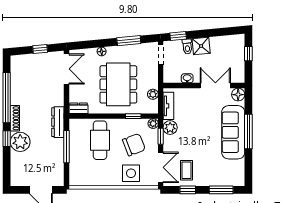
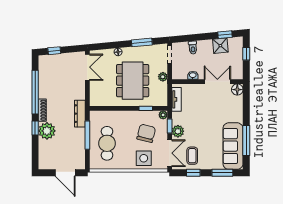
window: (178, 36) -> (225, 35), moved
shower: (201, 46) -> (220, 46), moved
window: (40, 49) -> (54, 51), moved
plant: (153, 94) -> (163, 77), moved
dresser: (79, 108) -> (98, 101), removed
plant: (170, 128) -> (178, 131), moved
sofa: (233, 132) -> (233, 146), moved
window: (248, 132) -> (246, 141), moved
cafe table: (100, 140) -> (107, 143), moved
chair: (134, 145) -> (146, 133), turned -55

